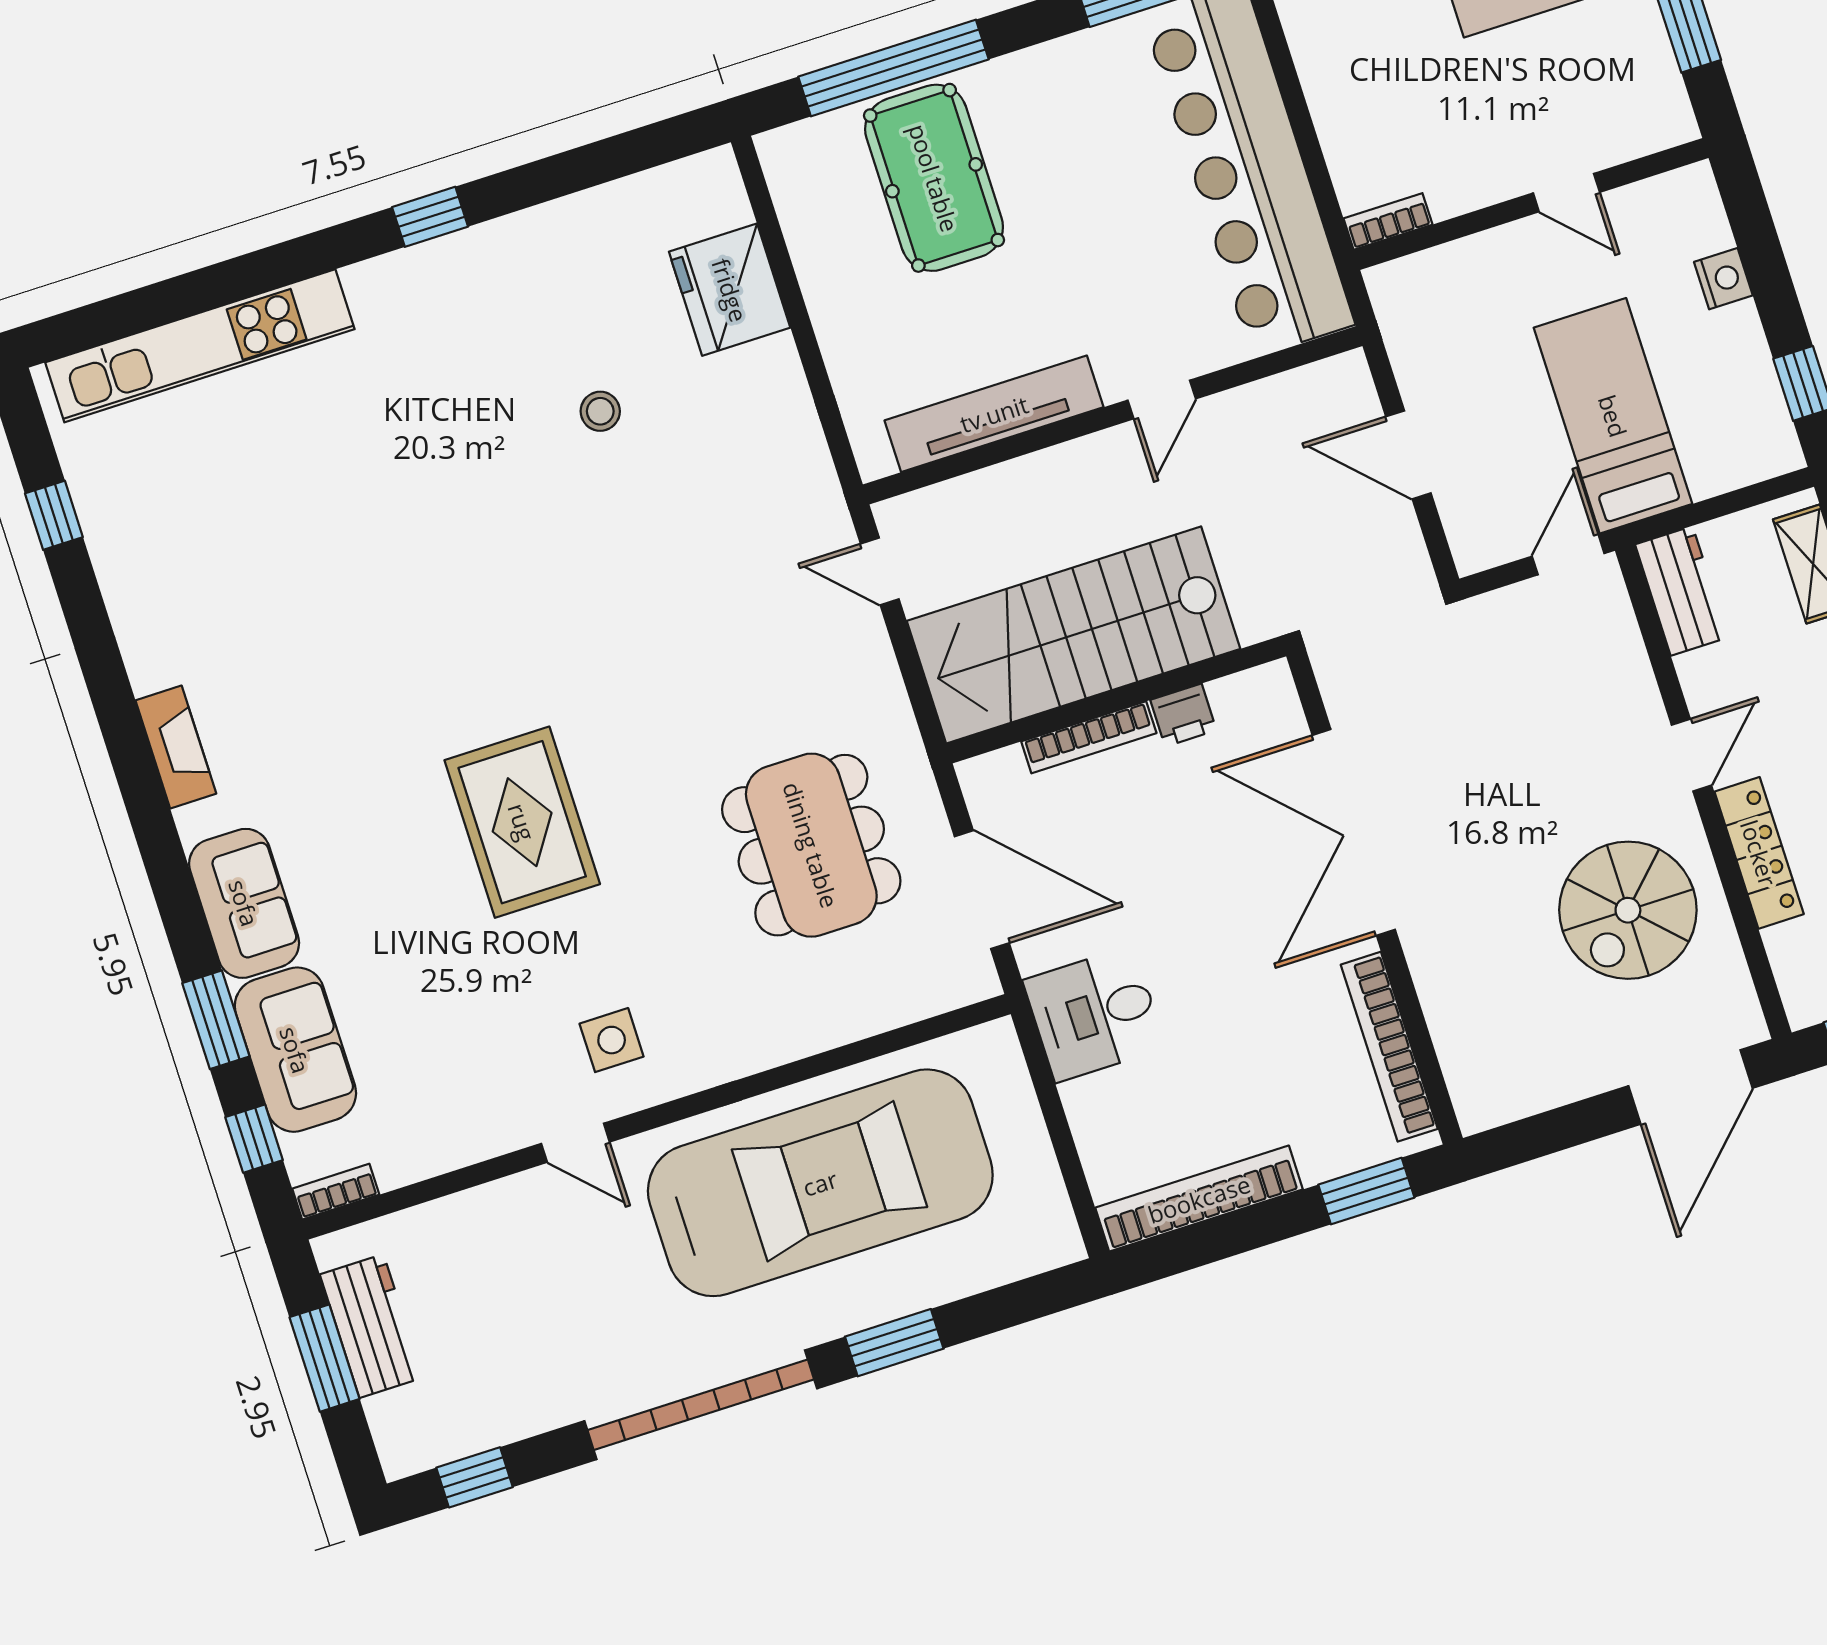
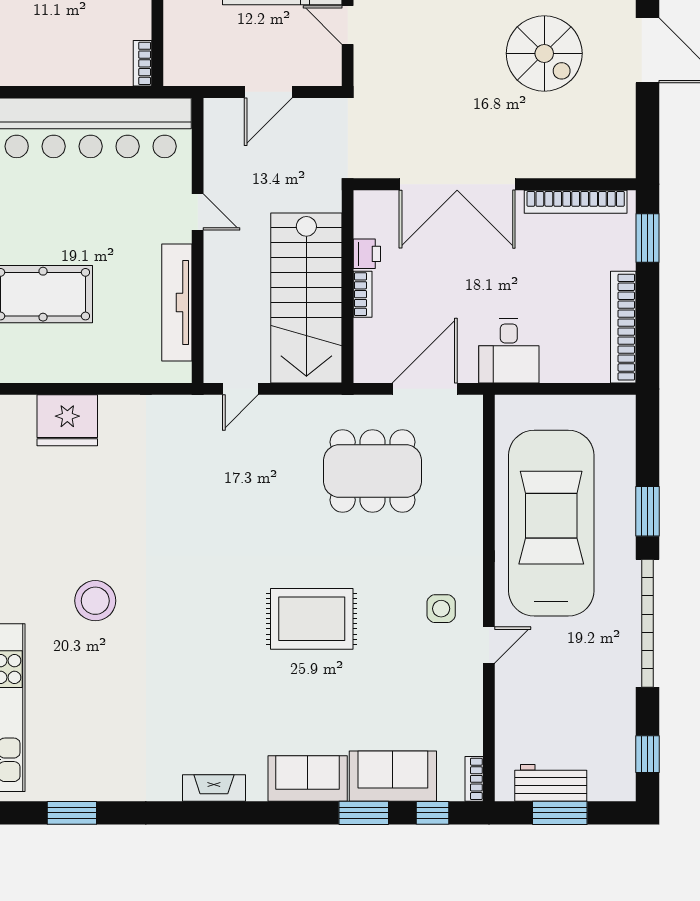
stool: (600, 411) -> (95, 601), moved, width x1.89, depth x1.89
window: (54, 515) -> (72, 813), width x1.50
bookcase: (1089, 737) -> (363, 294), width x0.64

